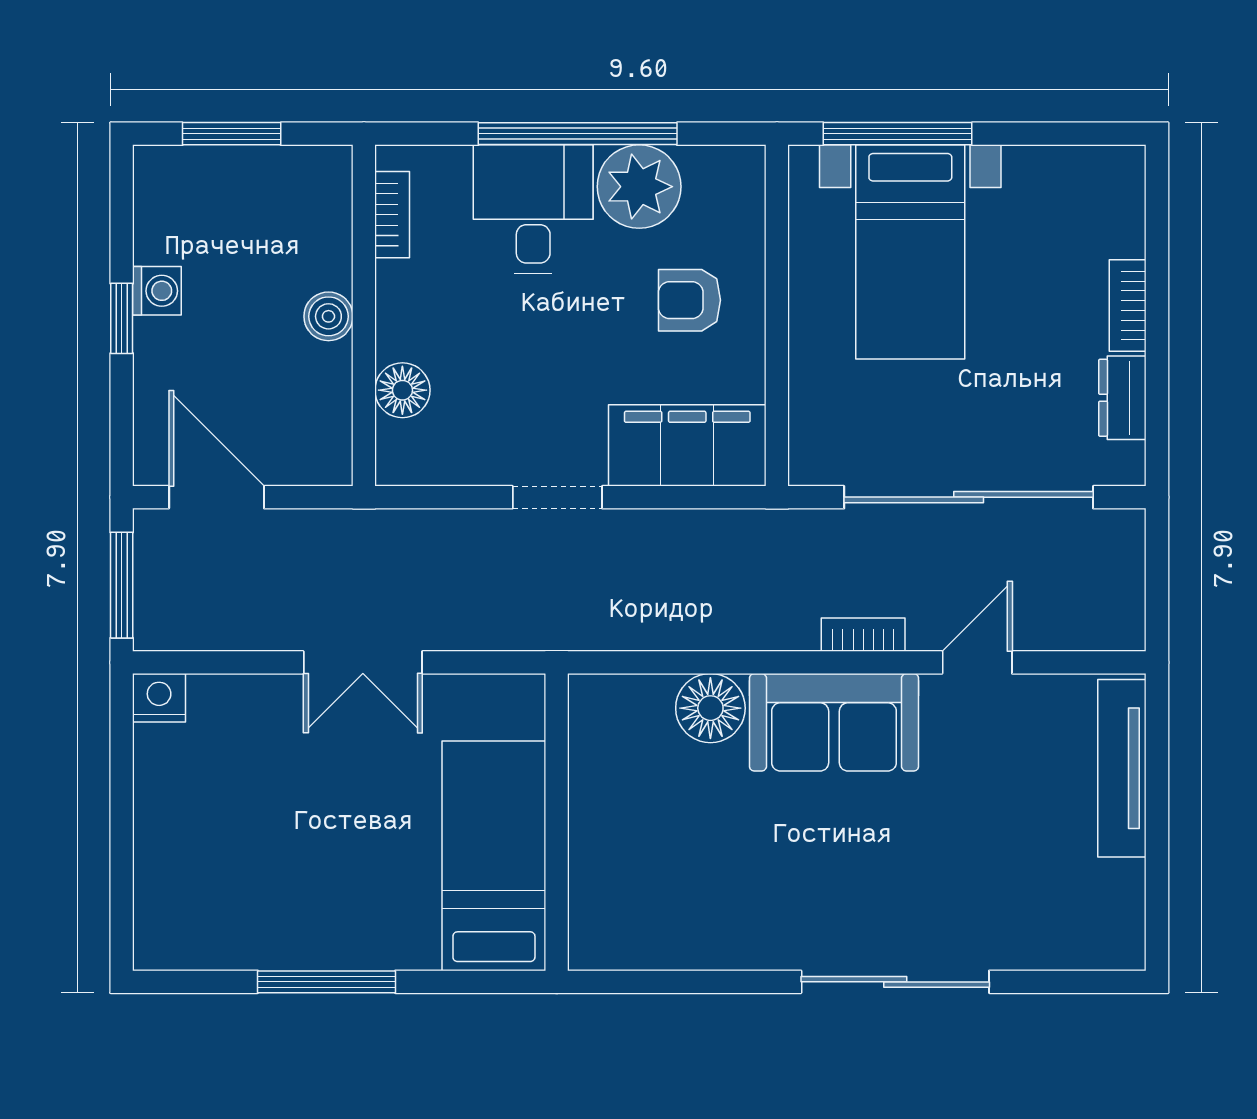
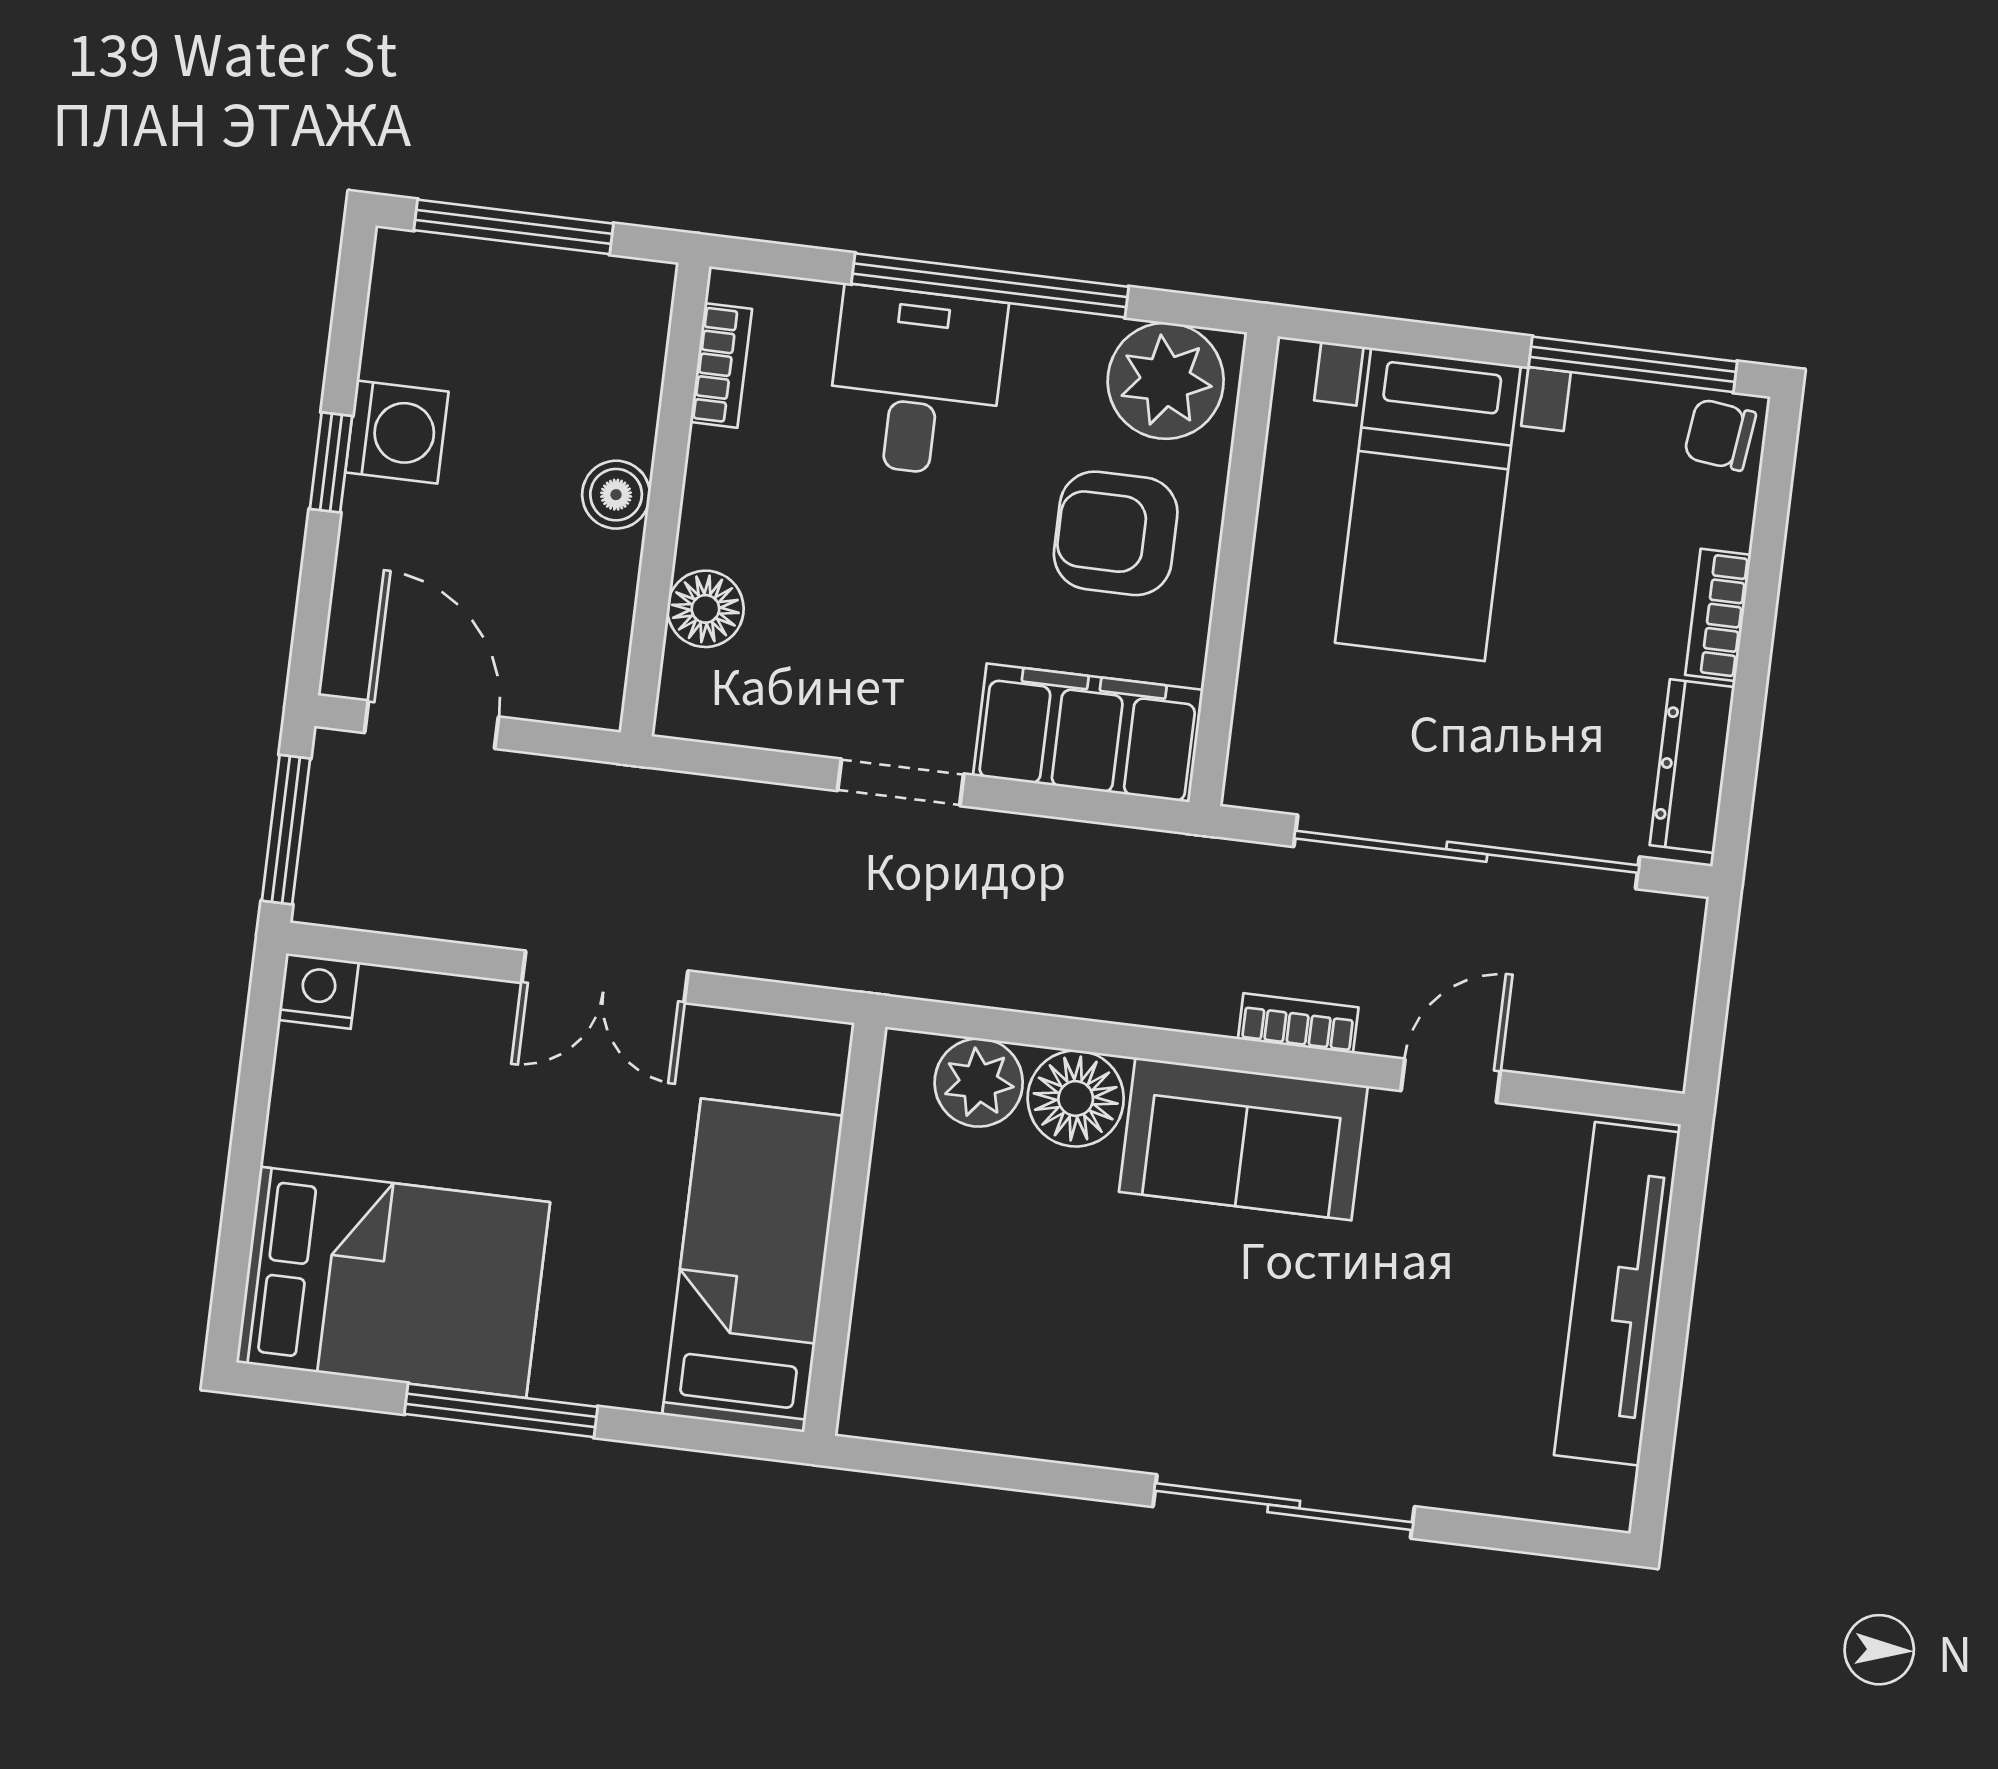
window: (232, 134) -> (514, 227), width x1.44
window: (898, 134) -> (1633, 364), moved
chair: (1113, 177) -> (1720, 435), added
plant: (639, 187) -> (1166, 381), moved
washing machine: (157, 291) -> (397, 432), width x1.38, depth x1.38
armchair: (689, 300) -> (1116, 533), width x1.38, depth x1.38
dresser: (1122, 398) -> (1692, 766), width x1.44
plant: (640, 705) -> (979, 1083), added
tv unit: (1122, 768) -> (1617, 1294), width x1.36, depth x1.29
bed: (238, 900) -> (393, 1282), added

